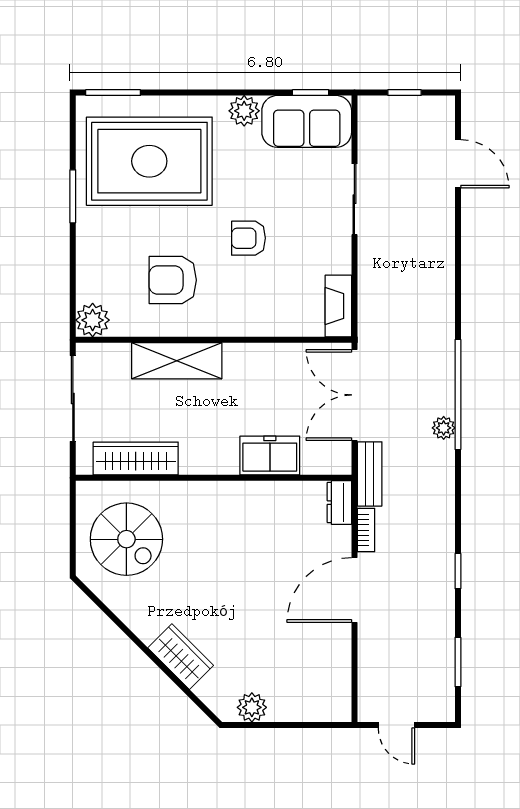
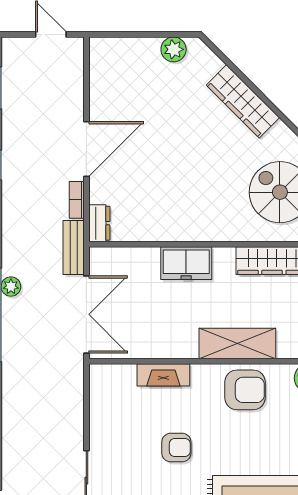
armchair: (173, 280) -> (245, 390), moved
fireplace: (338, 306) -> (163, 375), moved, turned 90
freezer: (270, 455) -> (186, 263), moved
wardrobe: (181, 657) -> (243, 101), width x1.50

